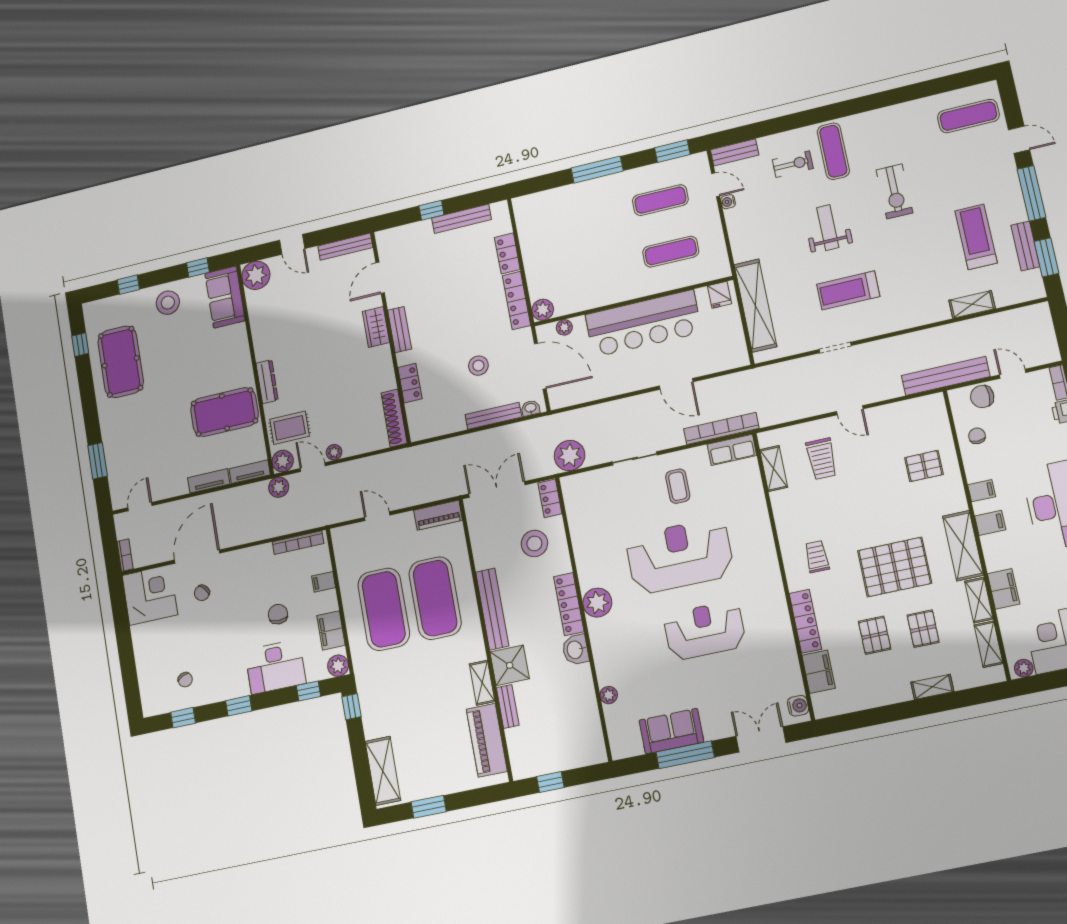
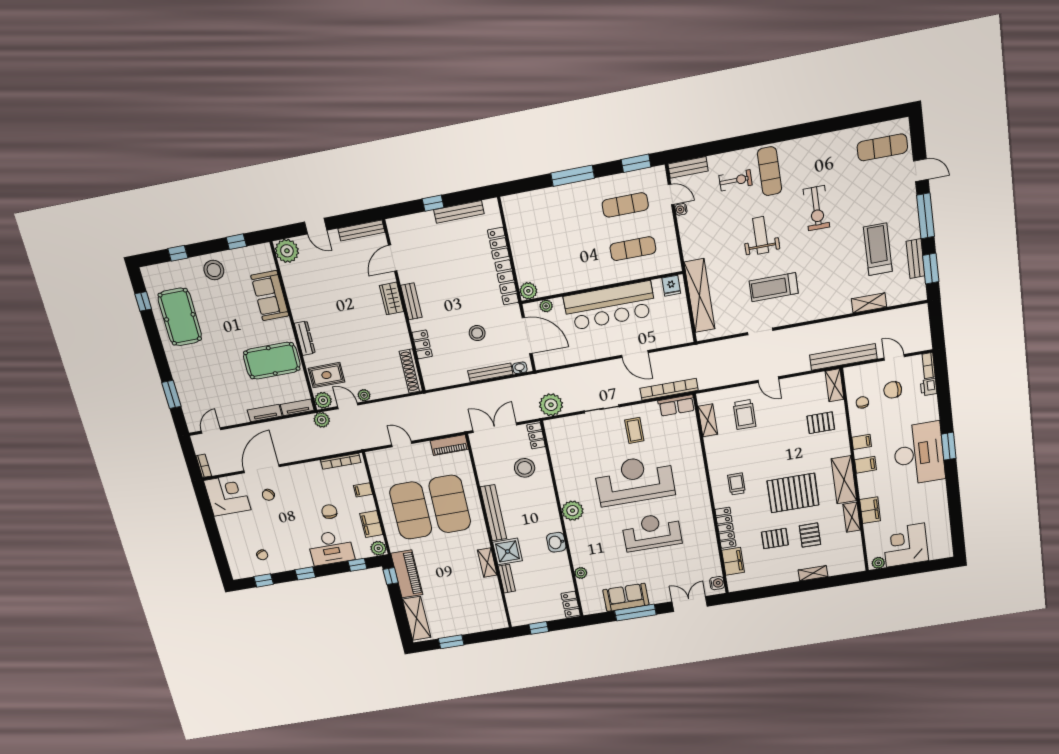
sofa: (225, 297) -> (270, 296), moved
chair: (982, 397) -> (893, 390), moved
locker: (569, 604) -> (571, 604), moved, width x0.66
pallet: (875, 635) -> (775, 538), turned 90
shelving: (989, 644) -> (835, 385), moved
piano: (487, 740) -> (407, 574), moved, turned 180

